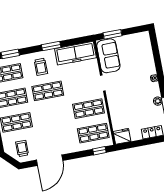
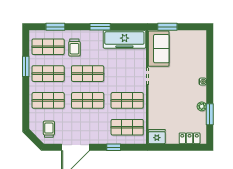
trolley: (41, 67) -> (74, 48), moved
shop shelf: (52, 115) -> (88, 100), added
window: (99, 151) -> (114, 147), moved

